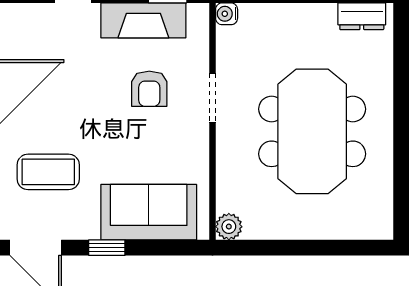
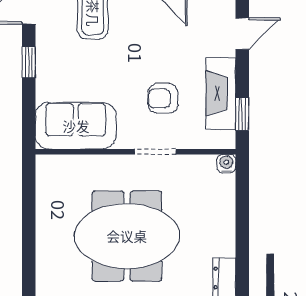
sofa: (149, 212) -> (76, 126), moved, turned -90
plant: (229, 227) -> (46, 166), removed

